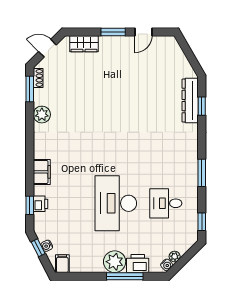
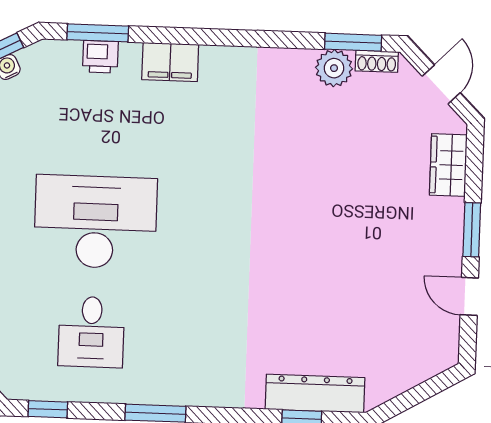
plant: (42, 115) -> (334, 68), moved
desk: (166, 203) -> (91, 332), turned 180
window: (30, 205) -> (98, 33), width x1.50

